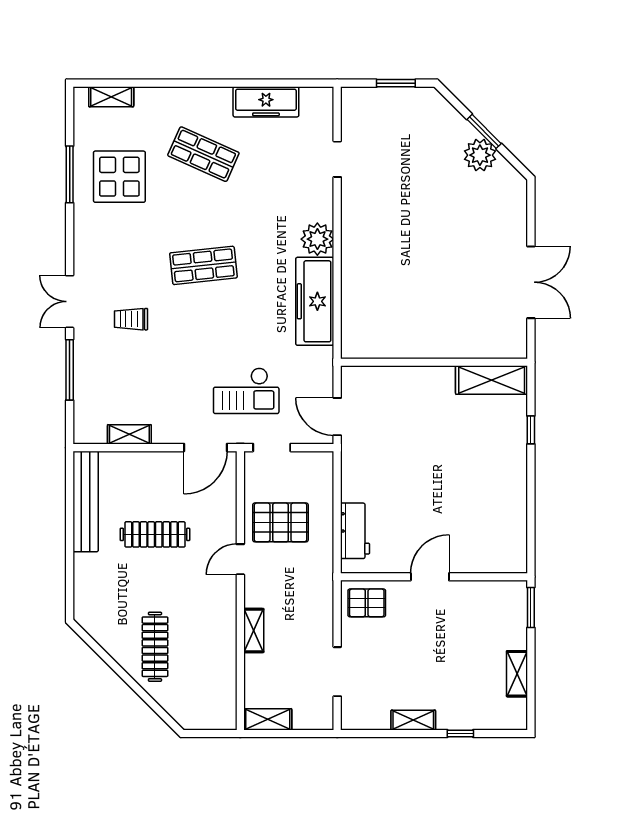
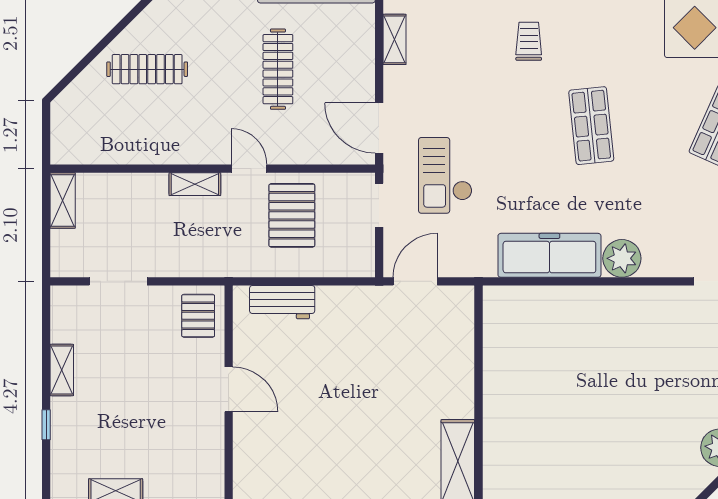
shelving: (254, 631) -> (195, 184), moved

